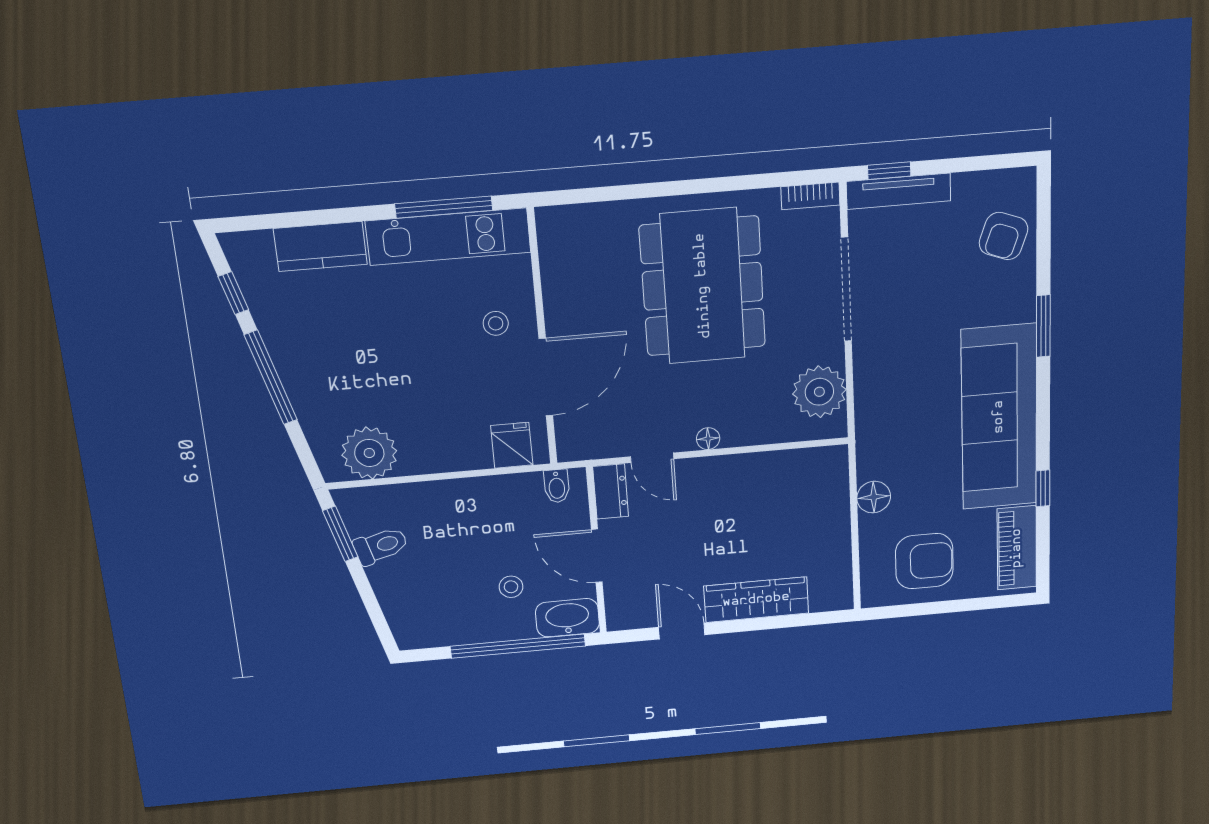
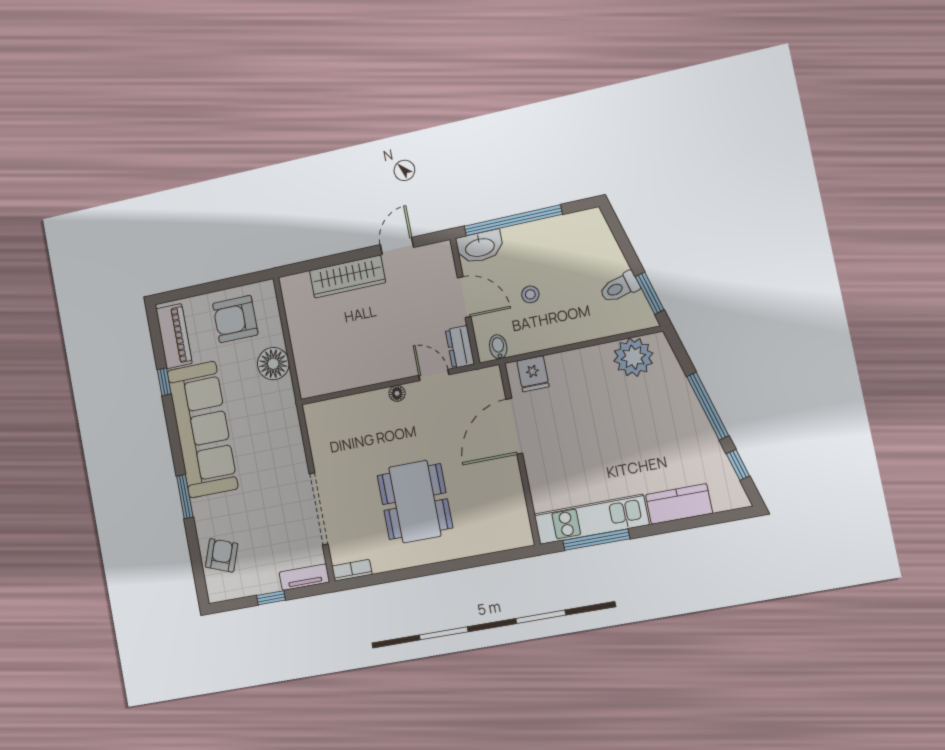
window: (889, 171) -> (271, 598), moved
tv unit: (899, 191) -> (304, 577), width x0.71
dining table: (703, 286) -> (415, 502), width x0.73, depth x0.80
stool: (496, 323) -> (553, 461), removed
plant: (819, 392) -> (326, 435), removed
floor lamp: (874, 497) -> (273, 364), width x1.38, depth x1.38
stool: (511, 587) -> (530, 294), moved
door: (682, 631) -> (397, 246), swing flipped

